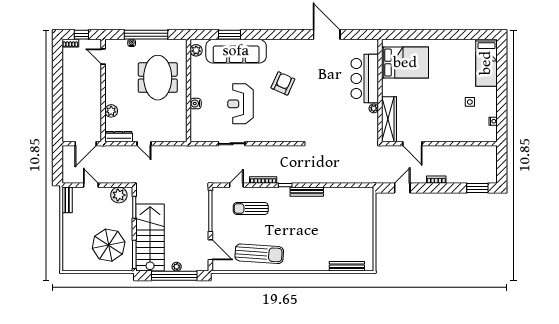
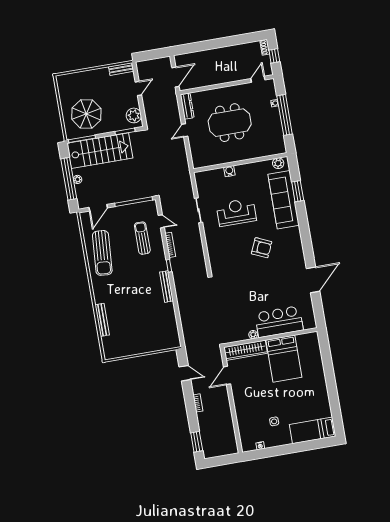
bed: (405, 63) -> (284, 359), moved
meeting table: (158, 78) -> (230, 123), moved
plant: (111, 111) -> (209, 95), removed
door: (86, 144) -> (175, 77), swing flipped
bench: (347, 266) -> (102, 320), moved

